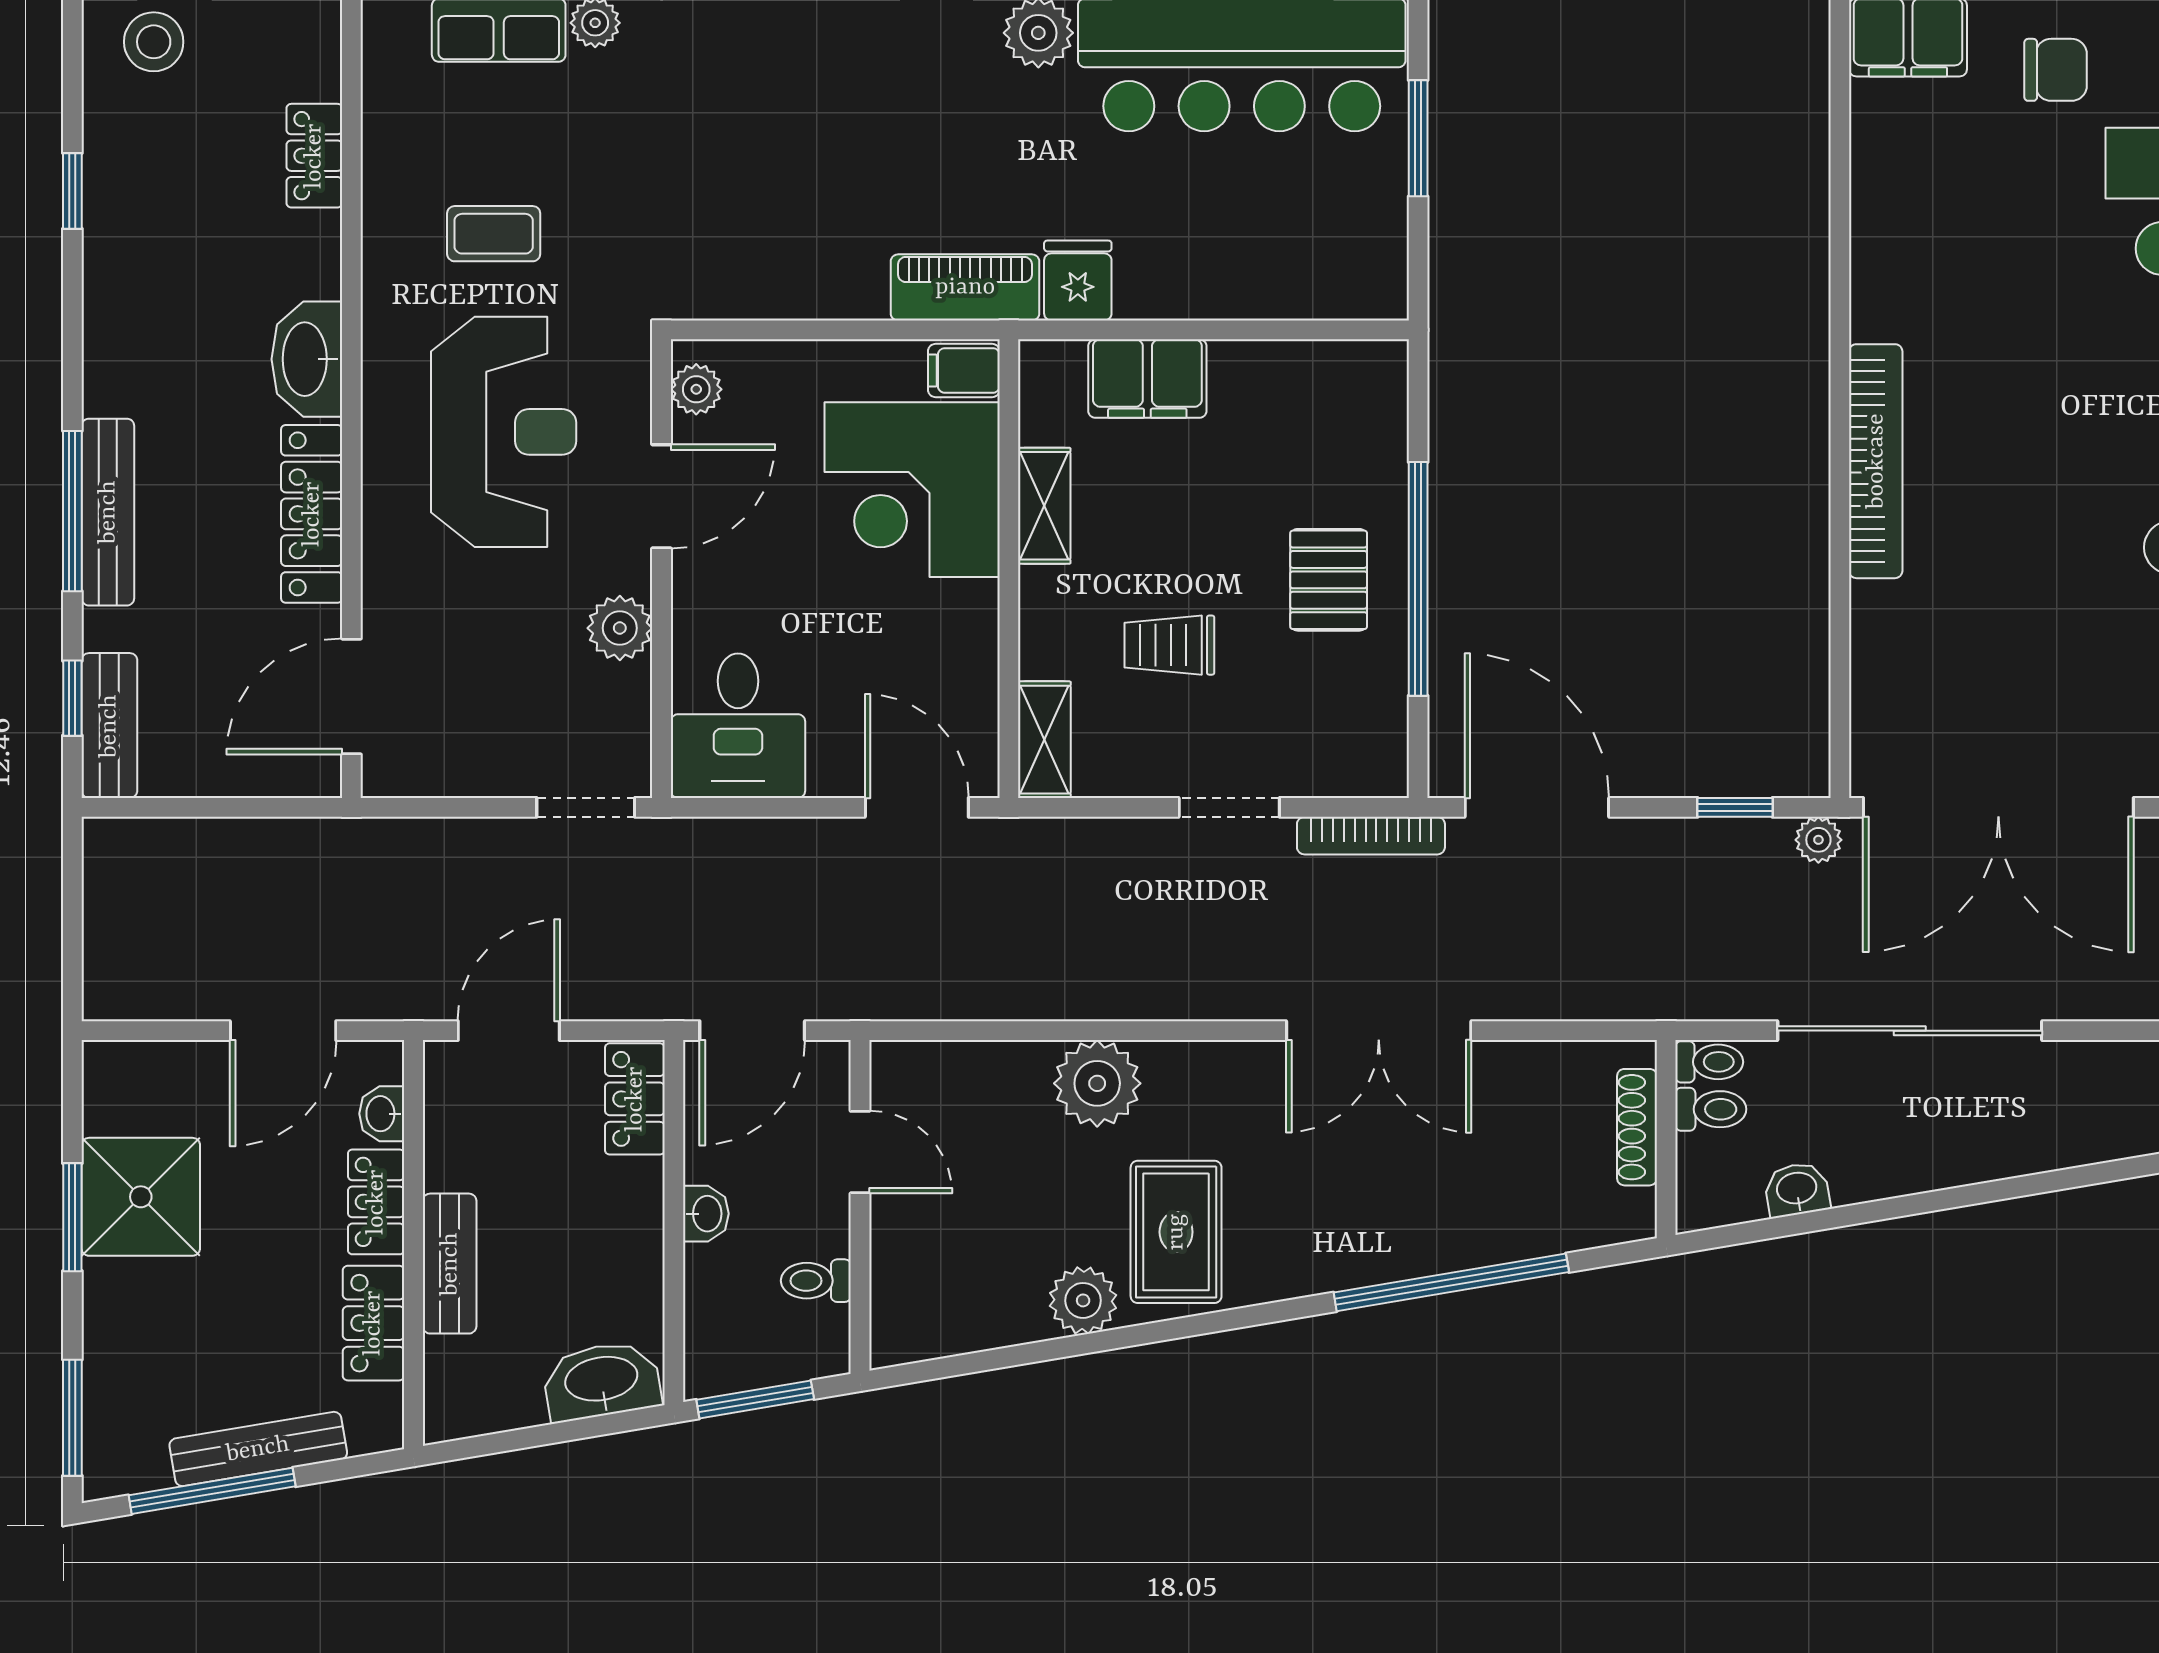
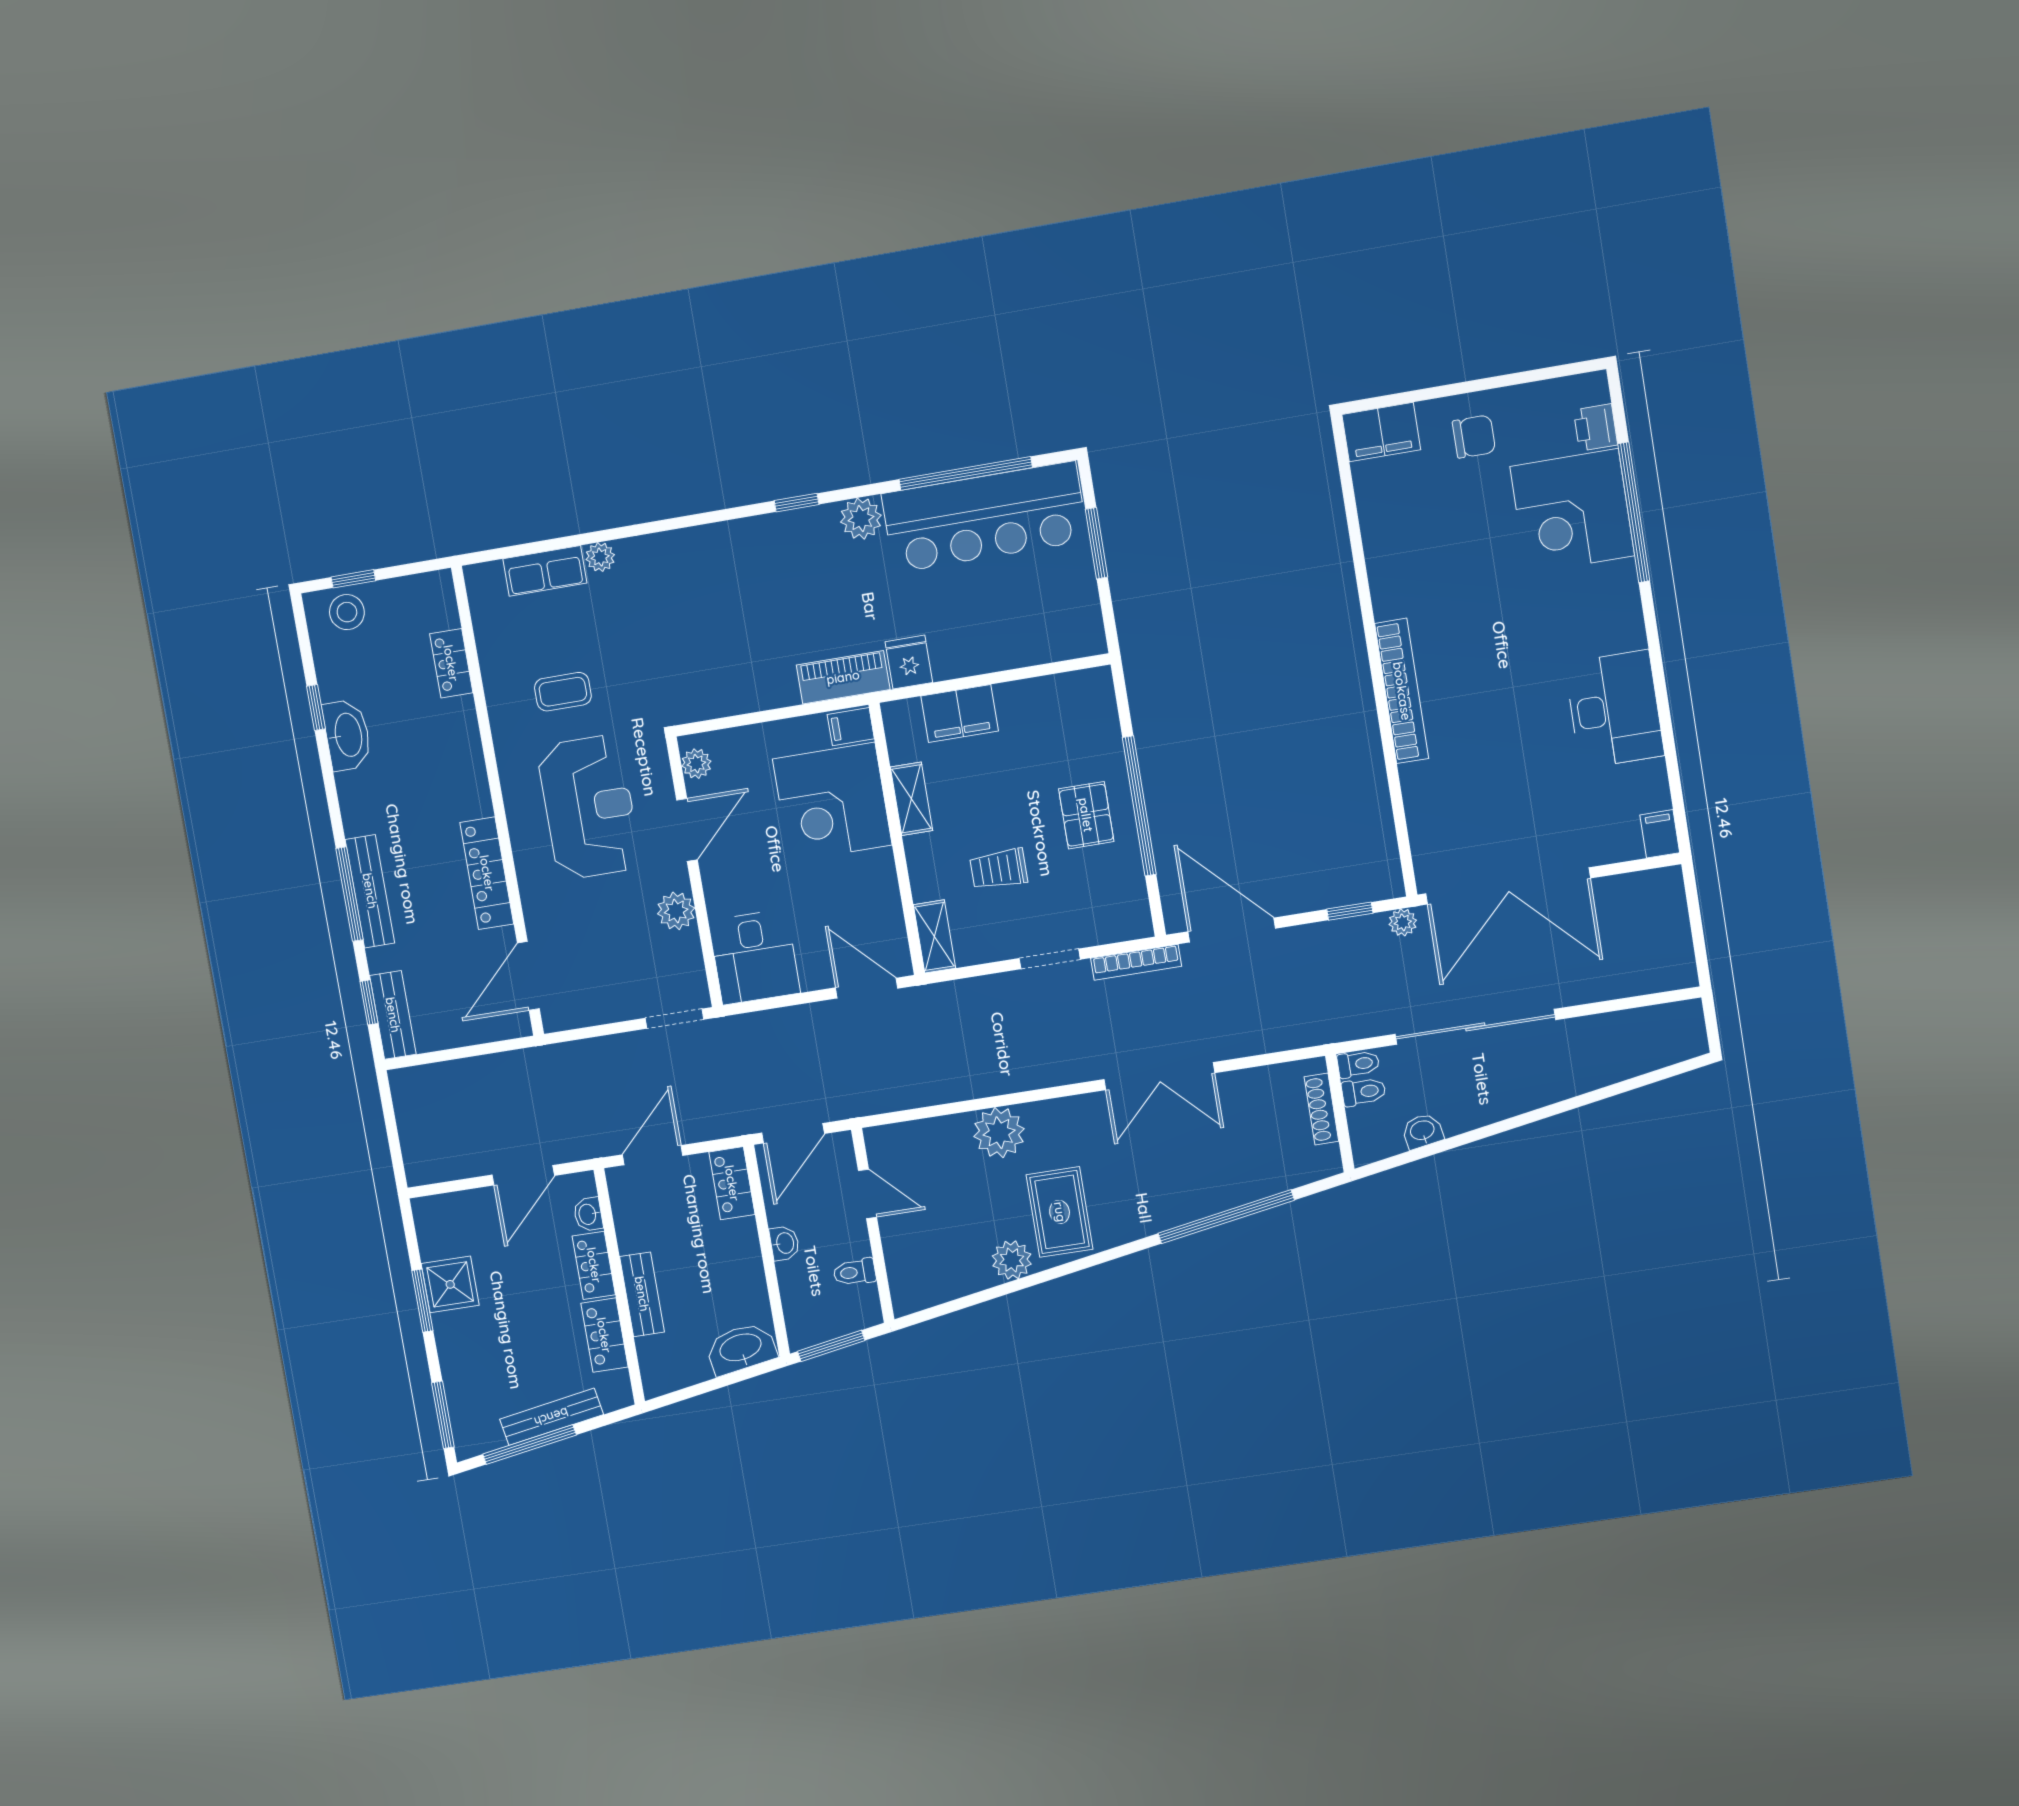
washbasin: (307, 359) -> (347, 735), moved, turned 180
shower: (141, 1197) -> (450, 1284), width x0.73, depth x0.73

